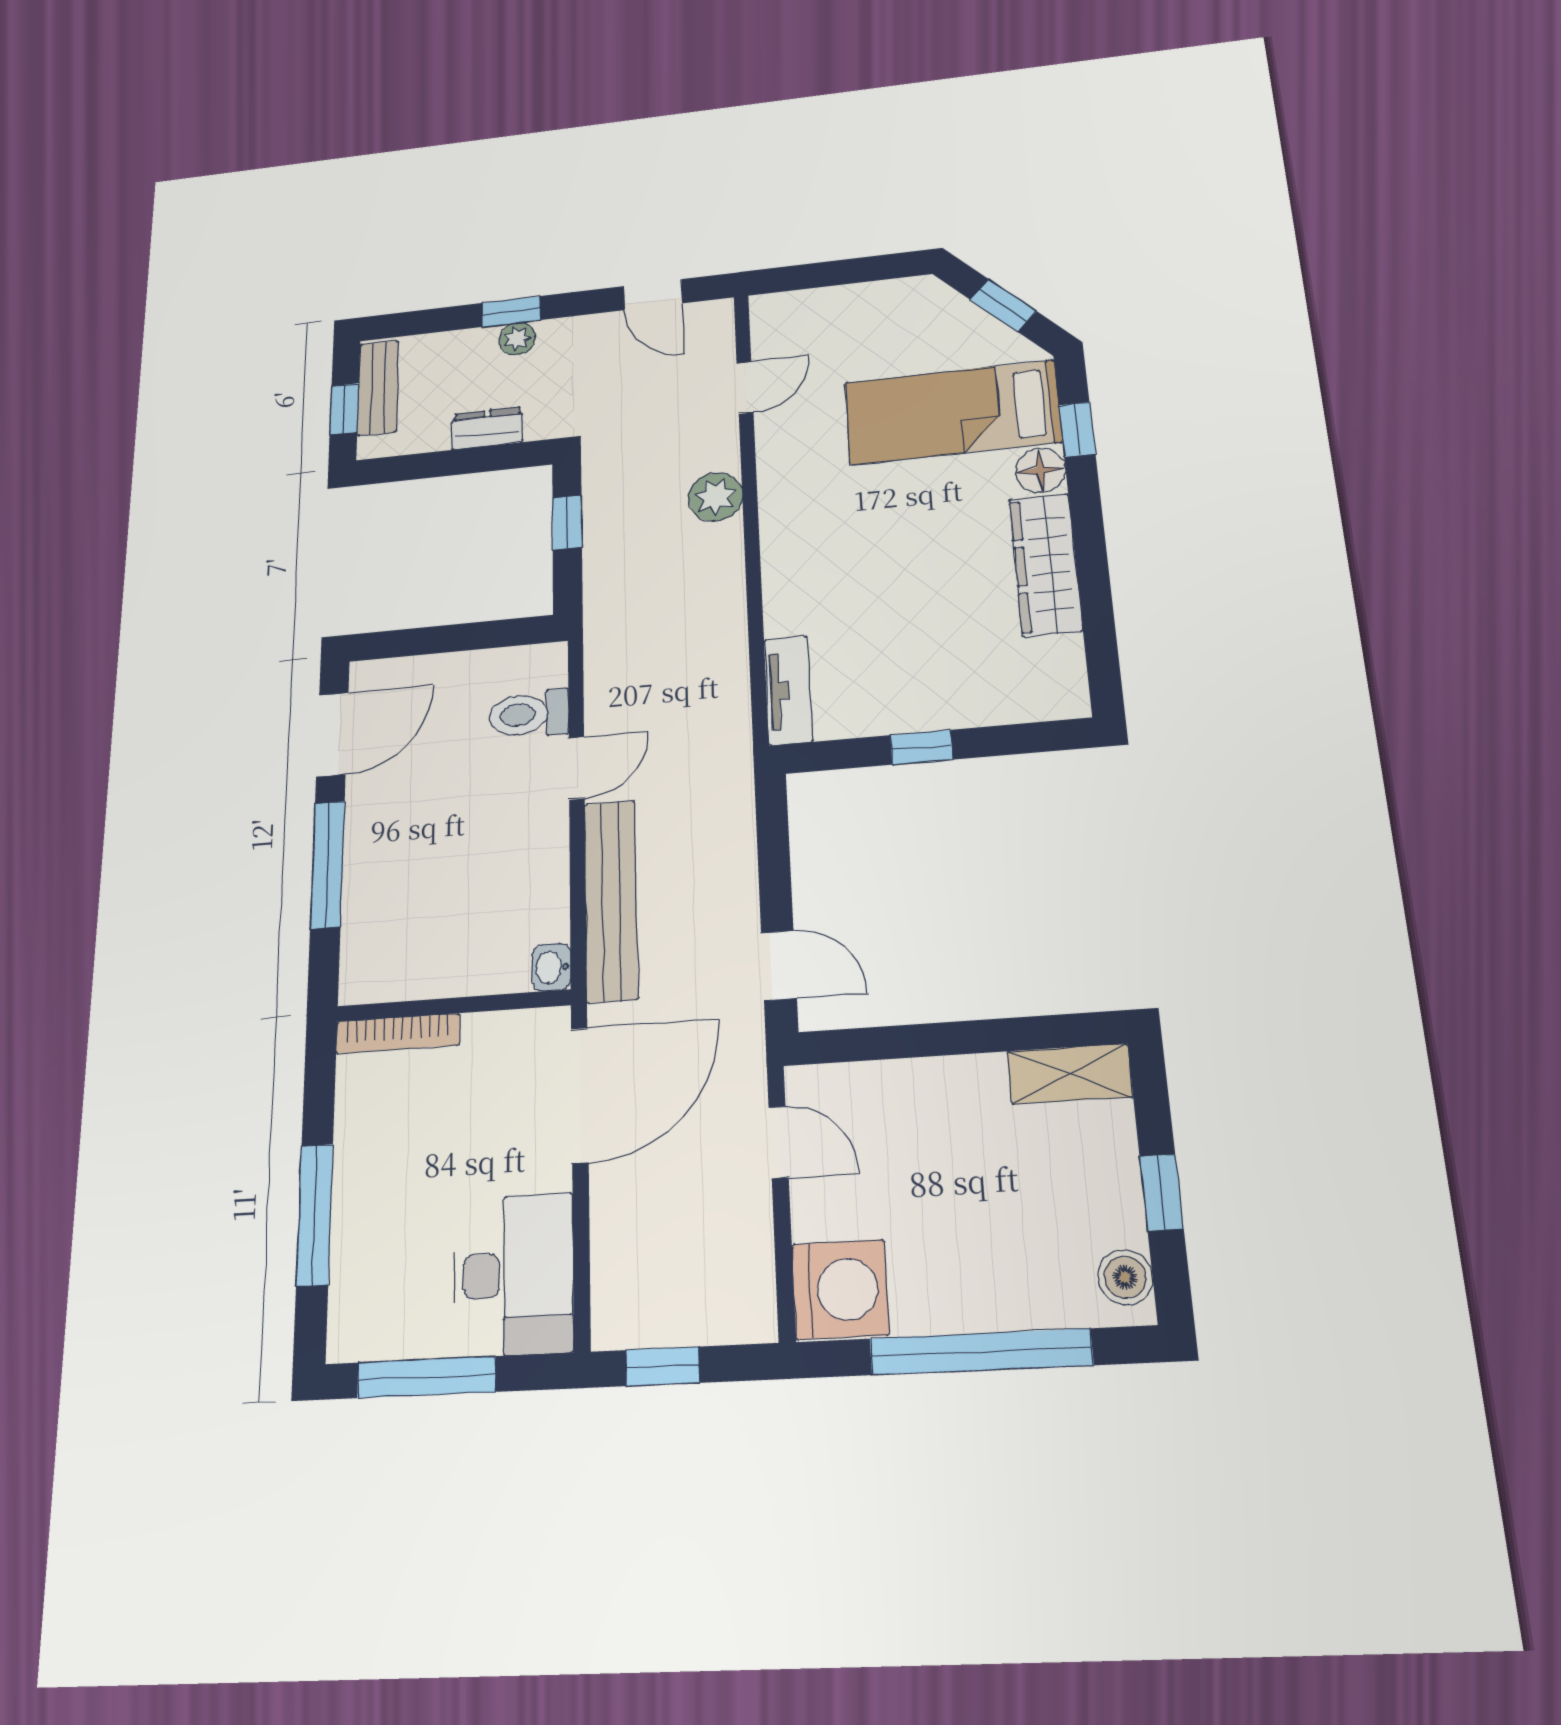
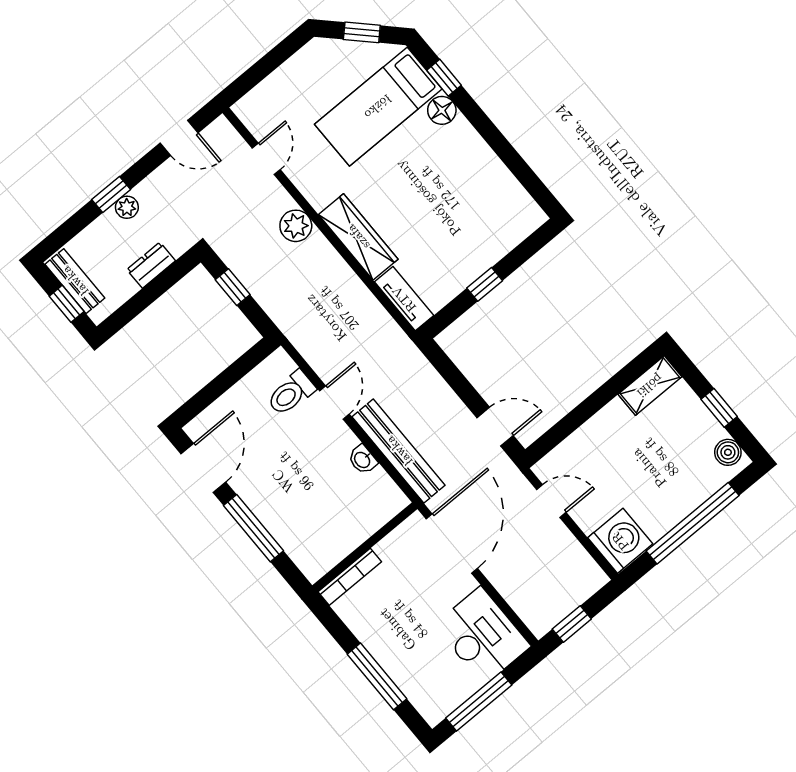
wardrobe: (1046, 564) -> (358, 237), moved, turned 180
washbasin: (552, 967) -> (363, 460), moved

